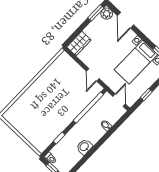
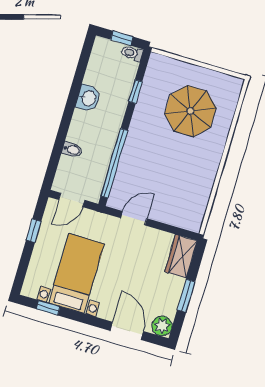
window: (96, 13) -> (186, 296), moved
door: (93, 75) -> (134, 218), hinge flipped
door: (119, 100) -> (72, 200), hinge flipped
parasol: (37, 114) -> (190, 111), added

